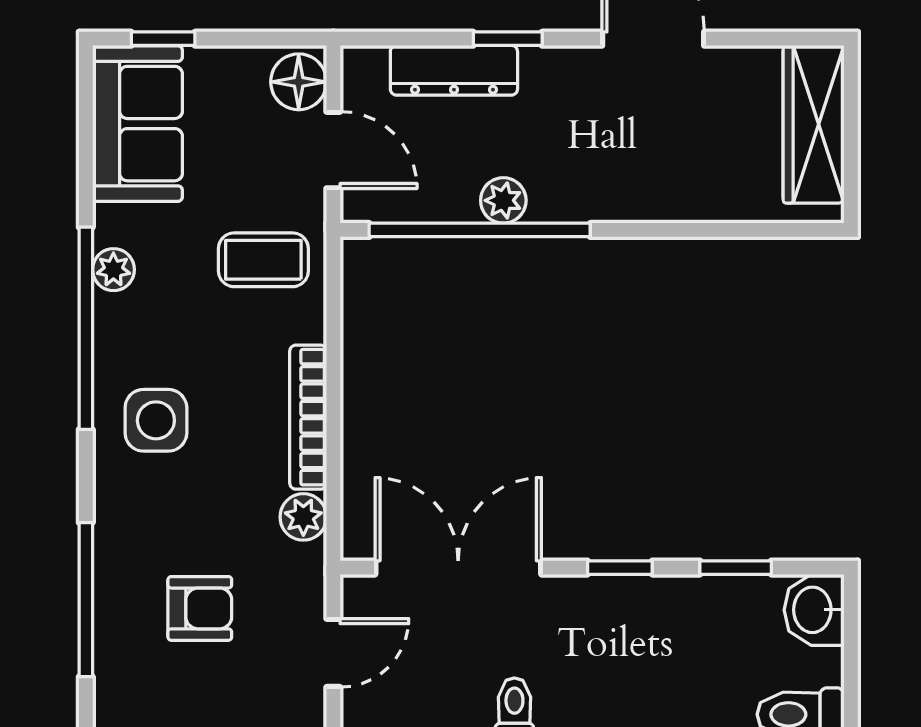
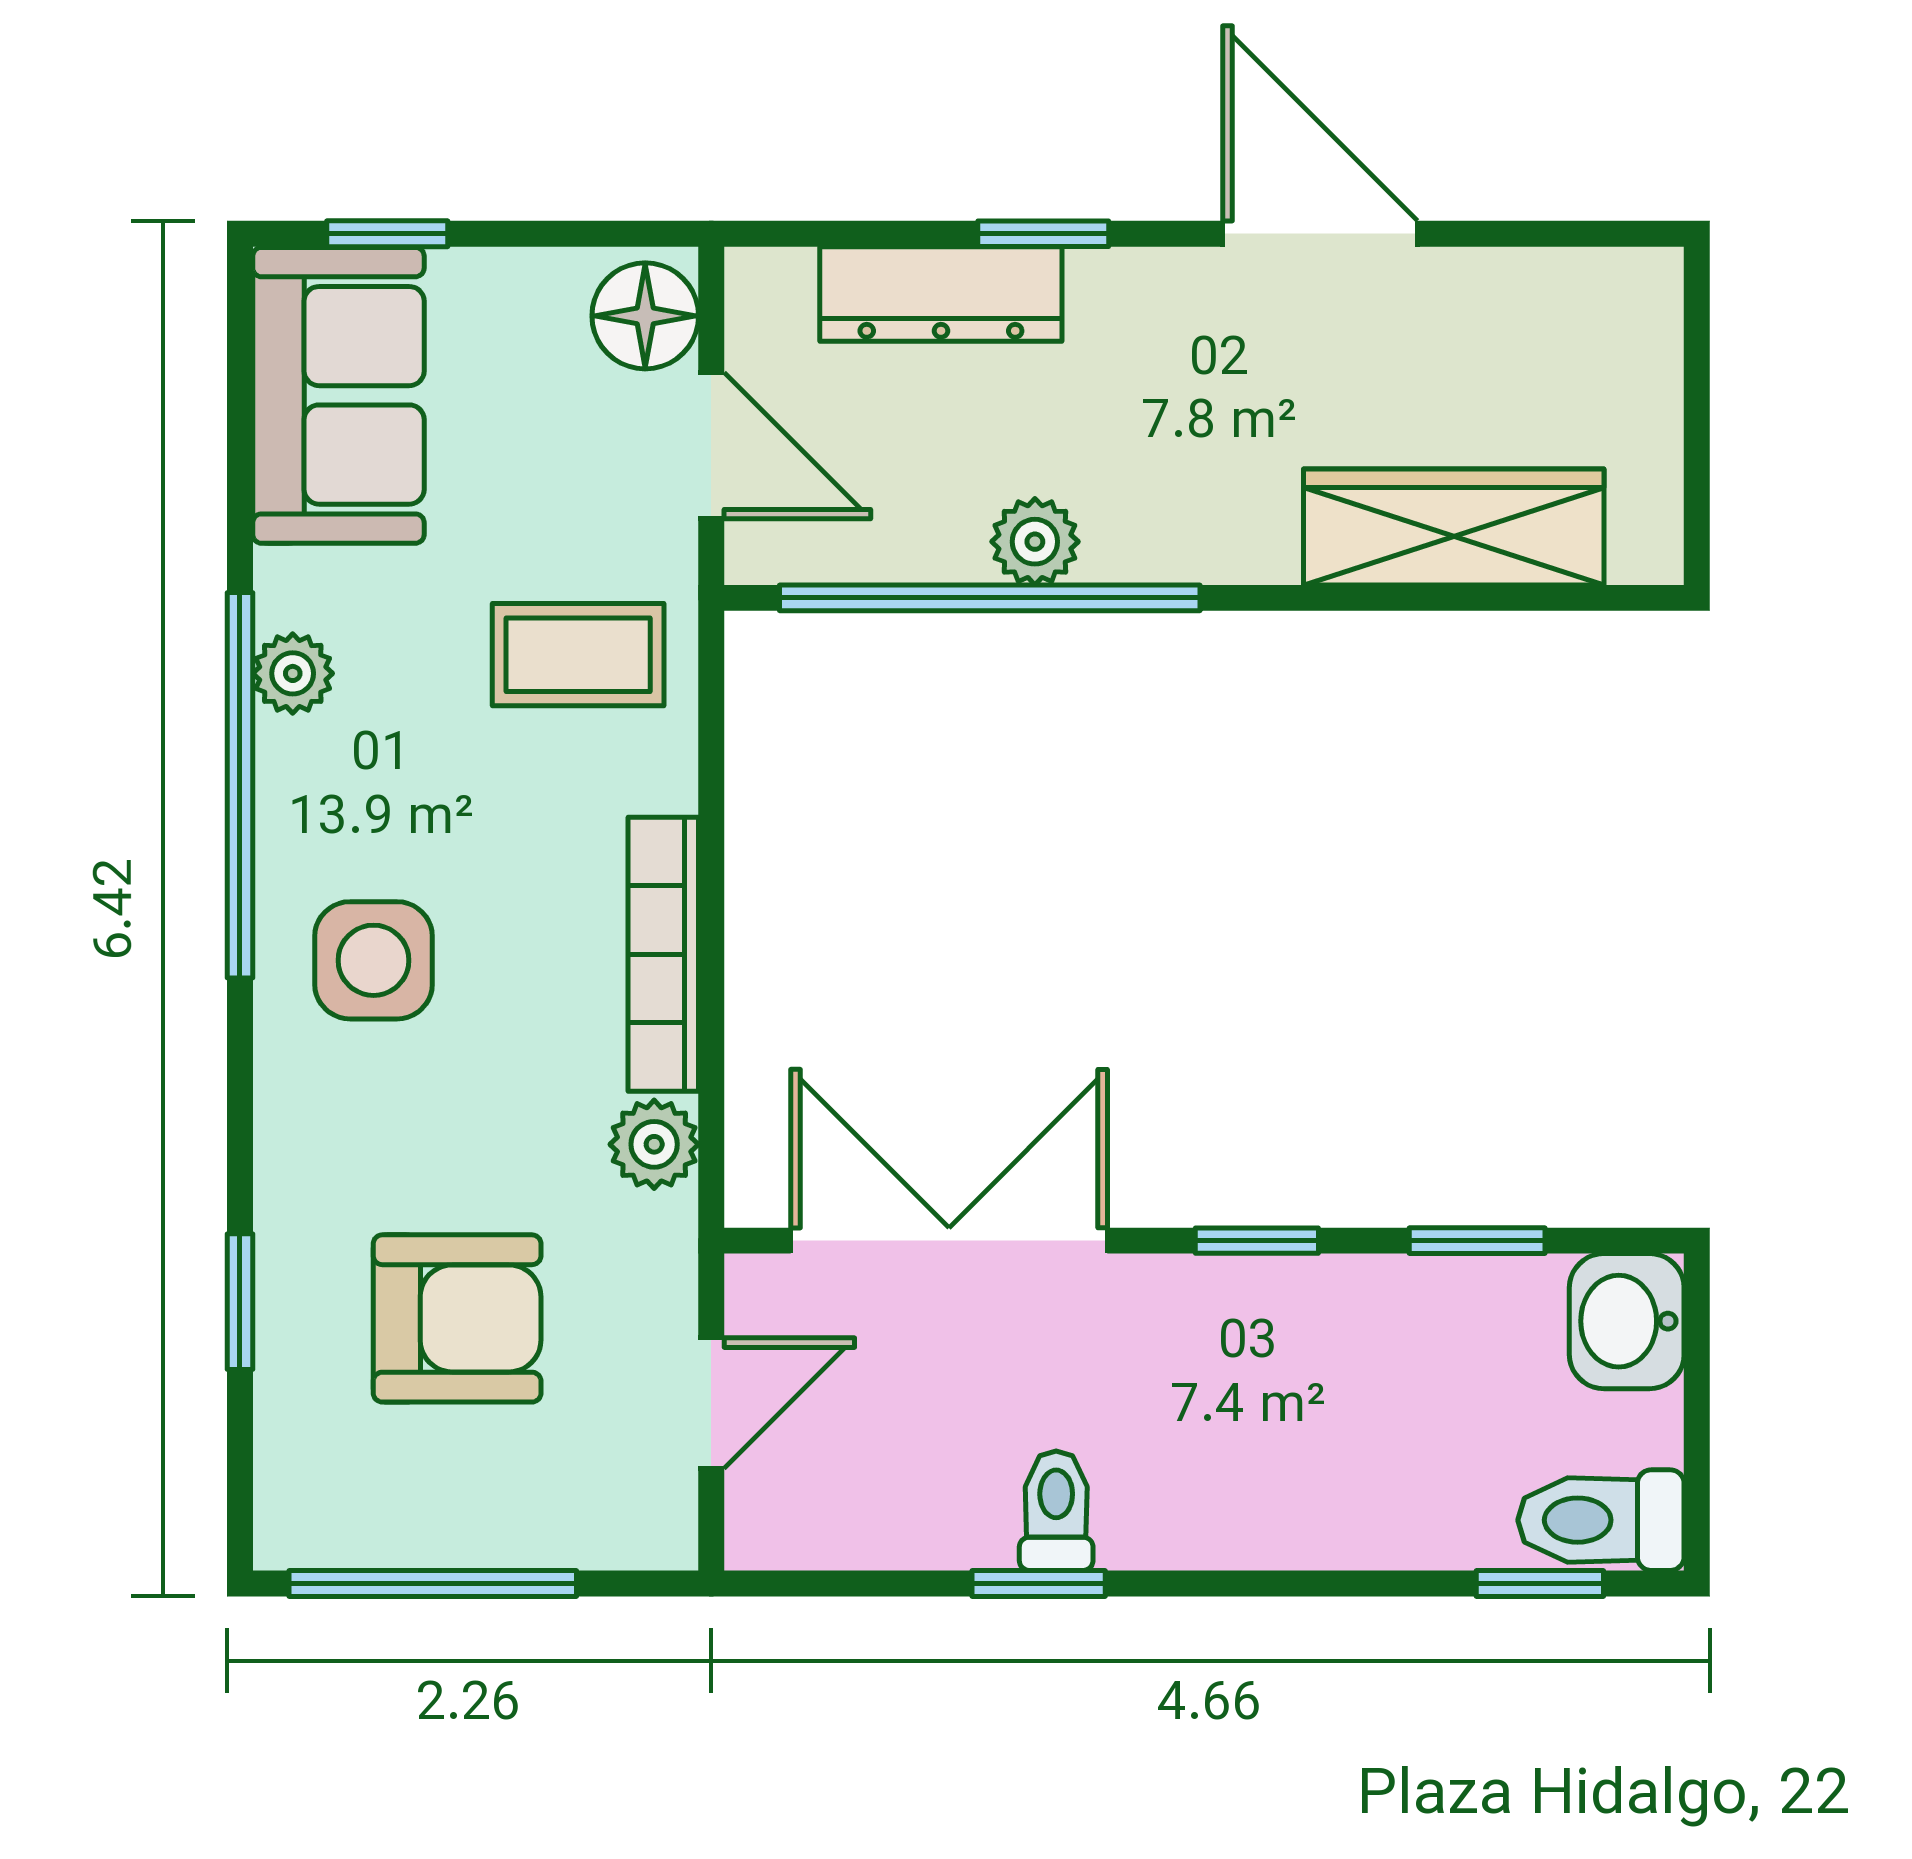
wardrobe: (814, 124) -> (1454, 527), moved, turned 90
window: (86, 600) -> (240, 1302), width x0.46
armchair: (200, 608) -> (457, 1318), width x1.38, depth x1.38

